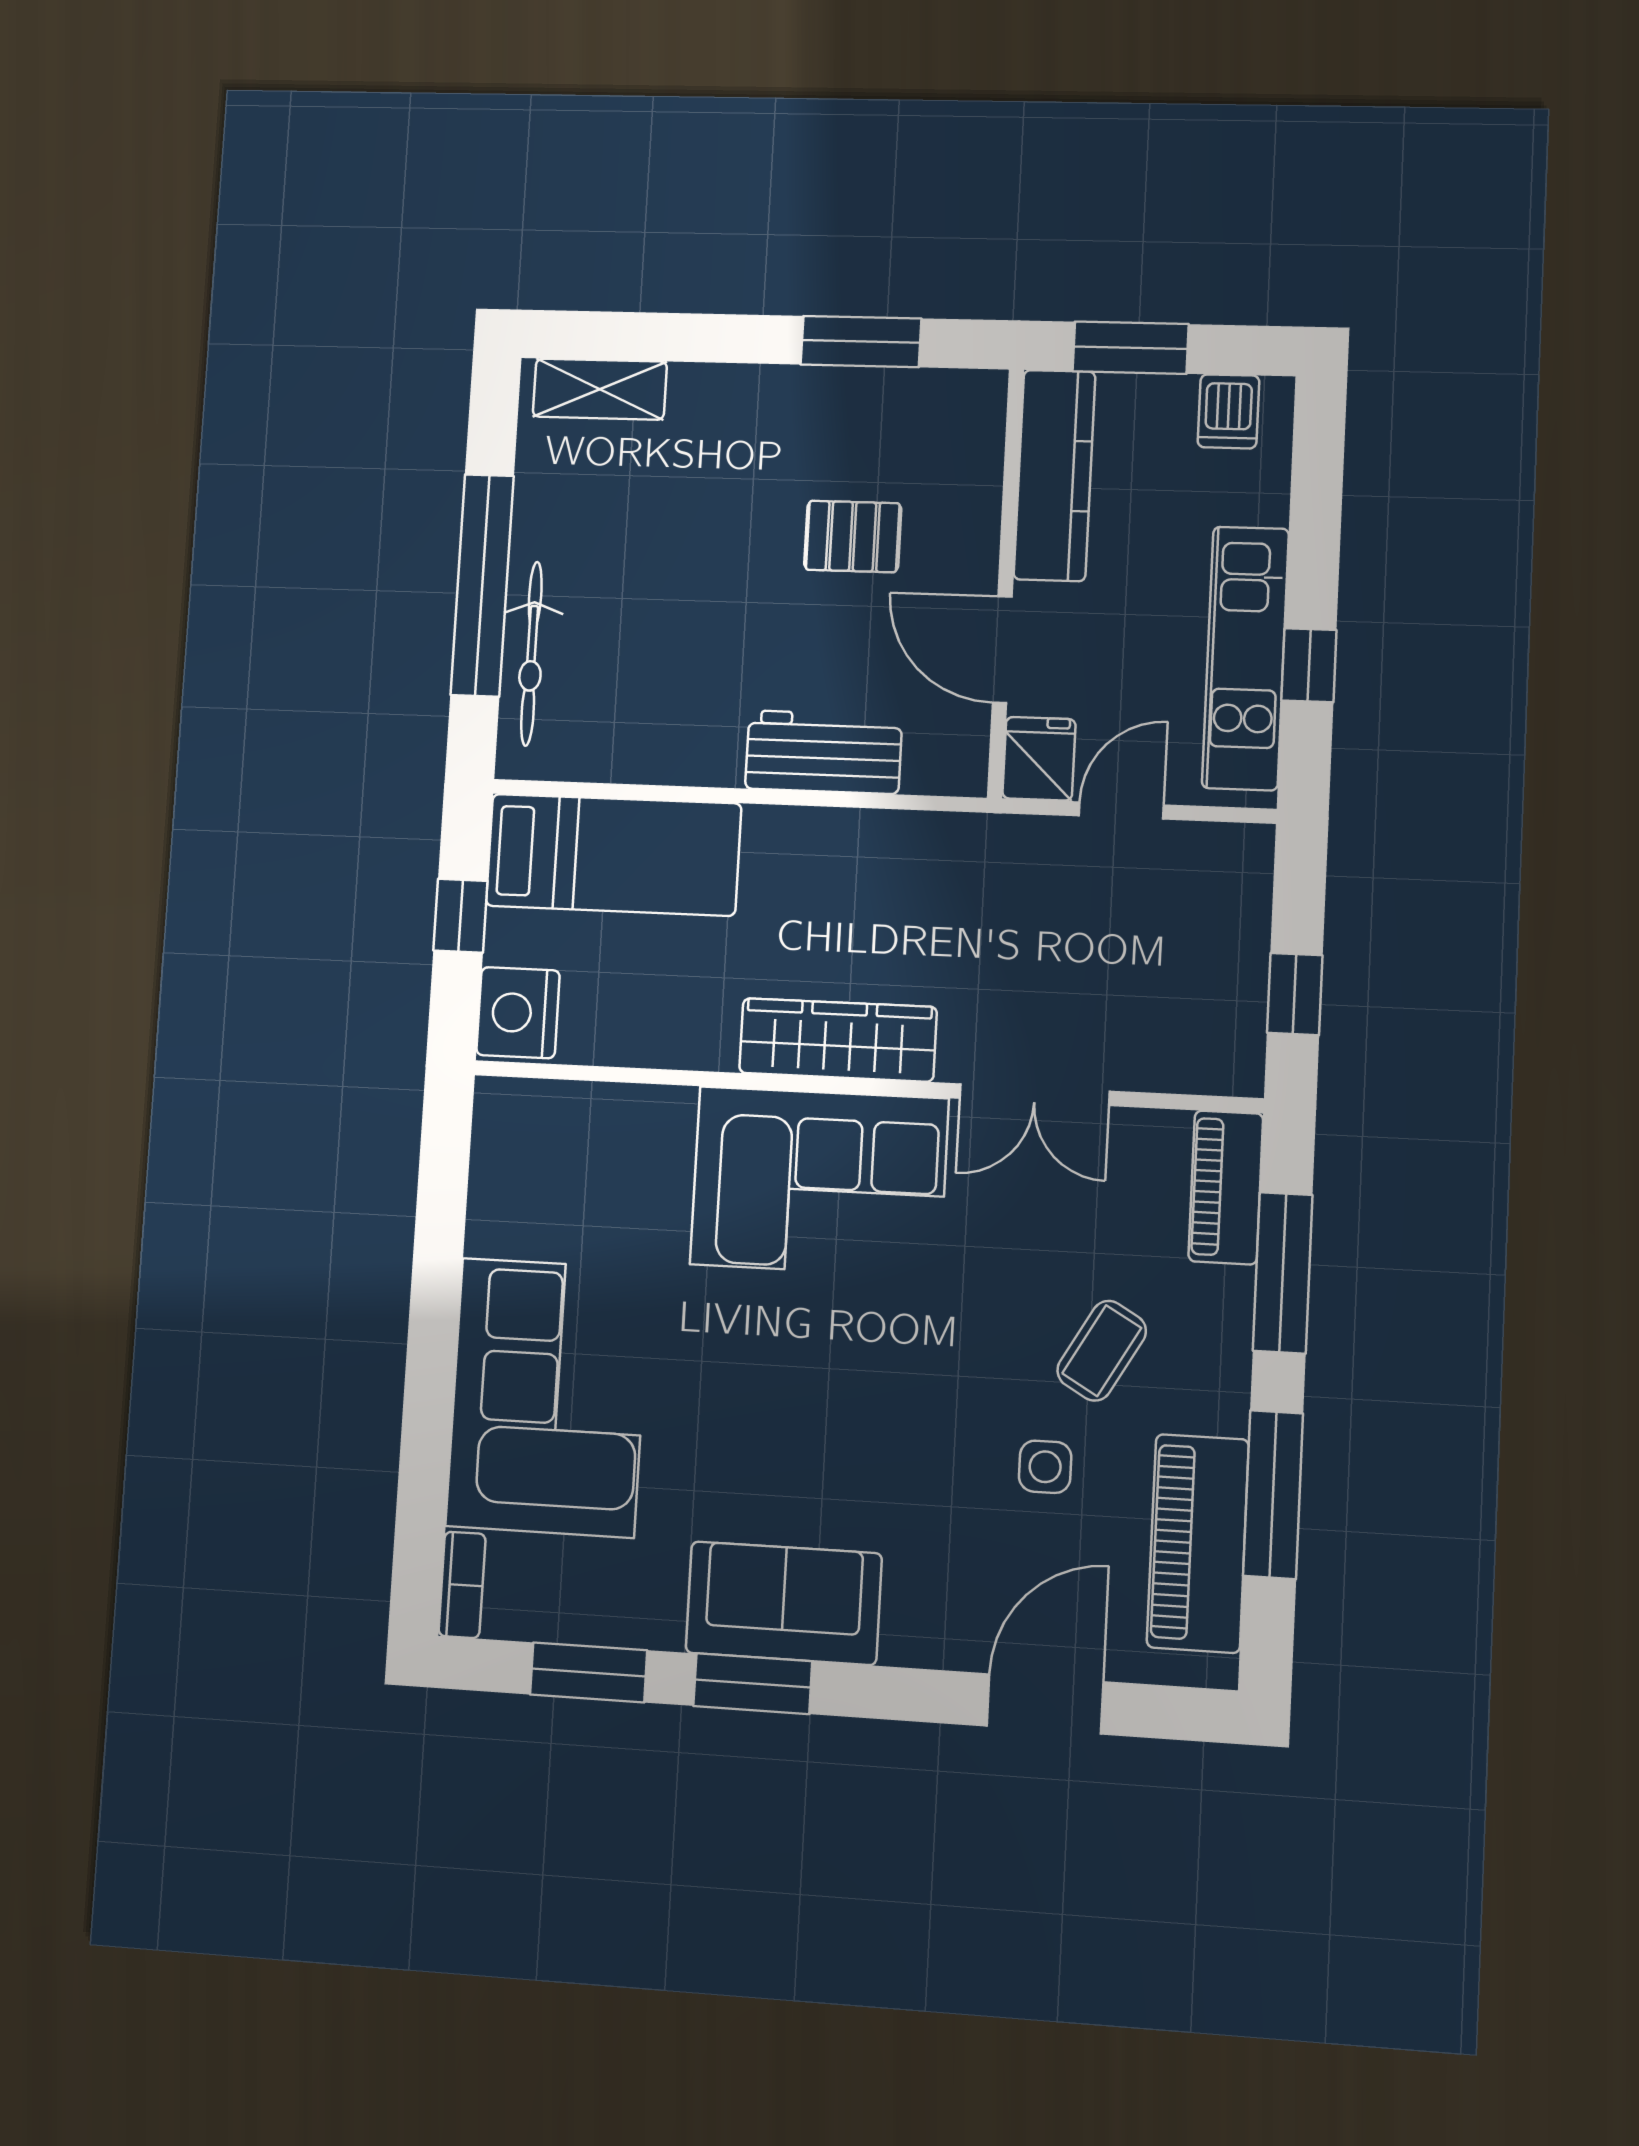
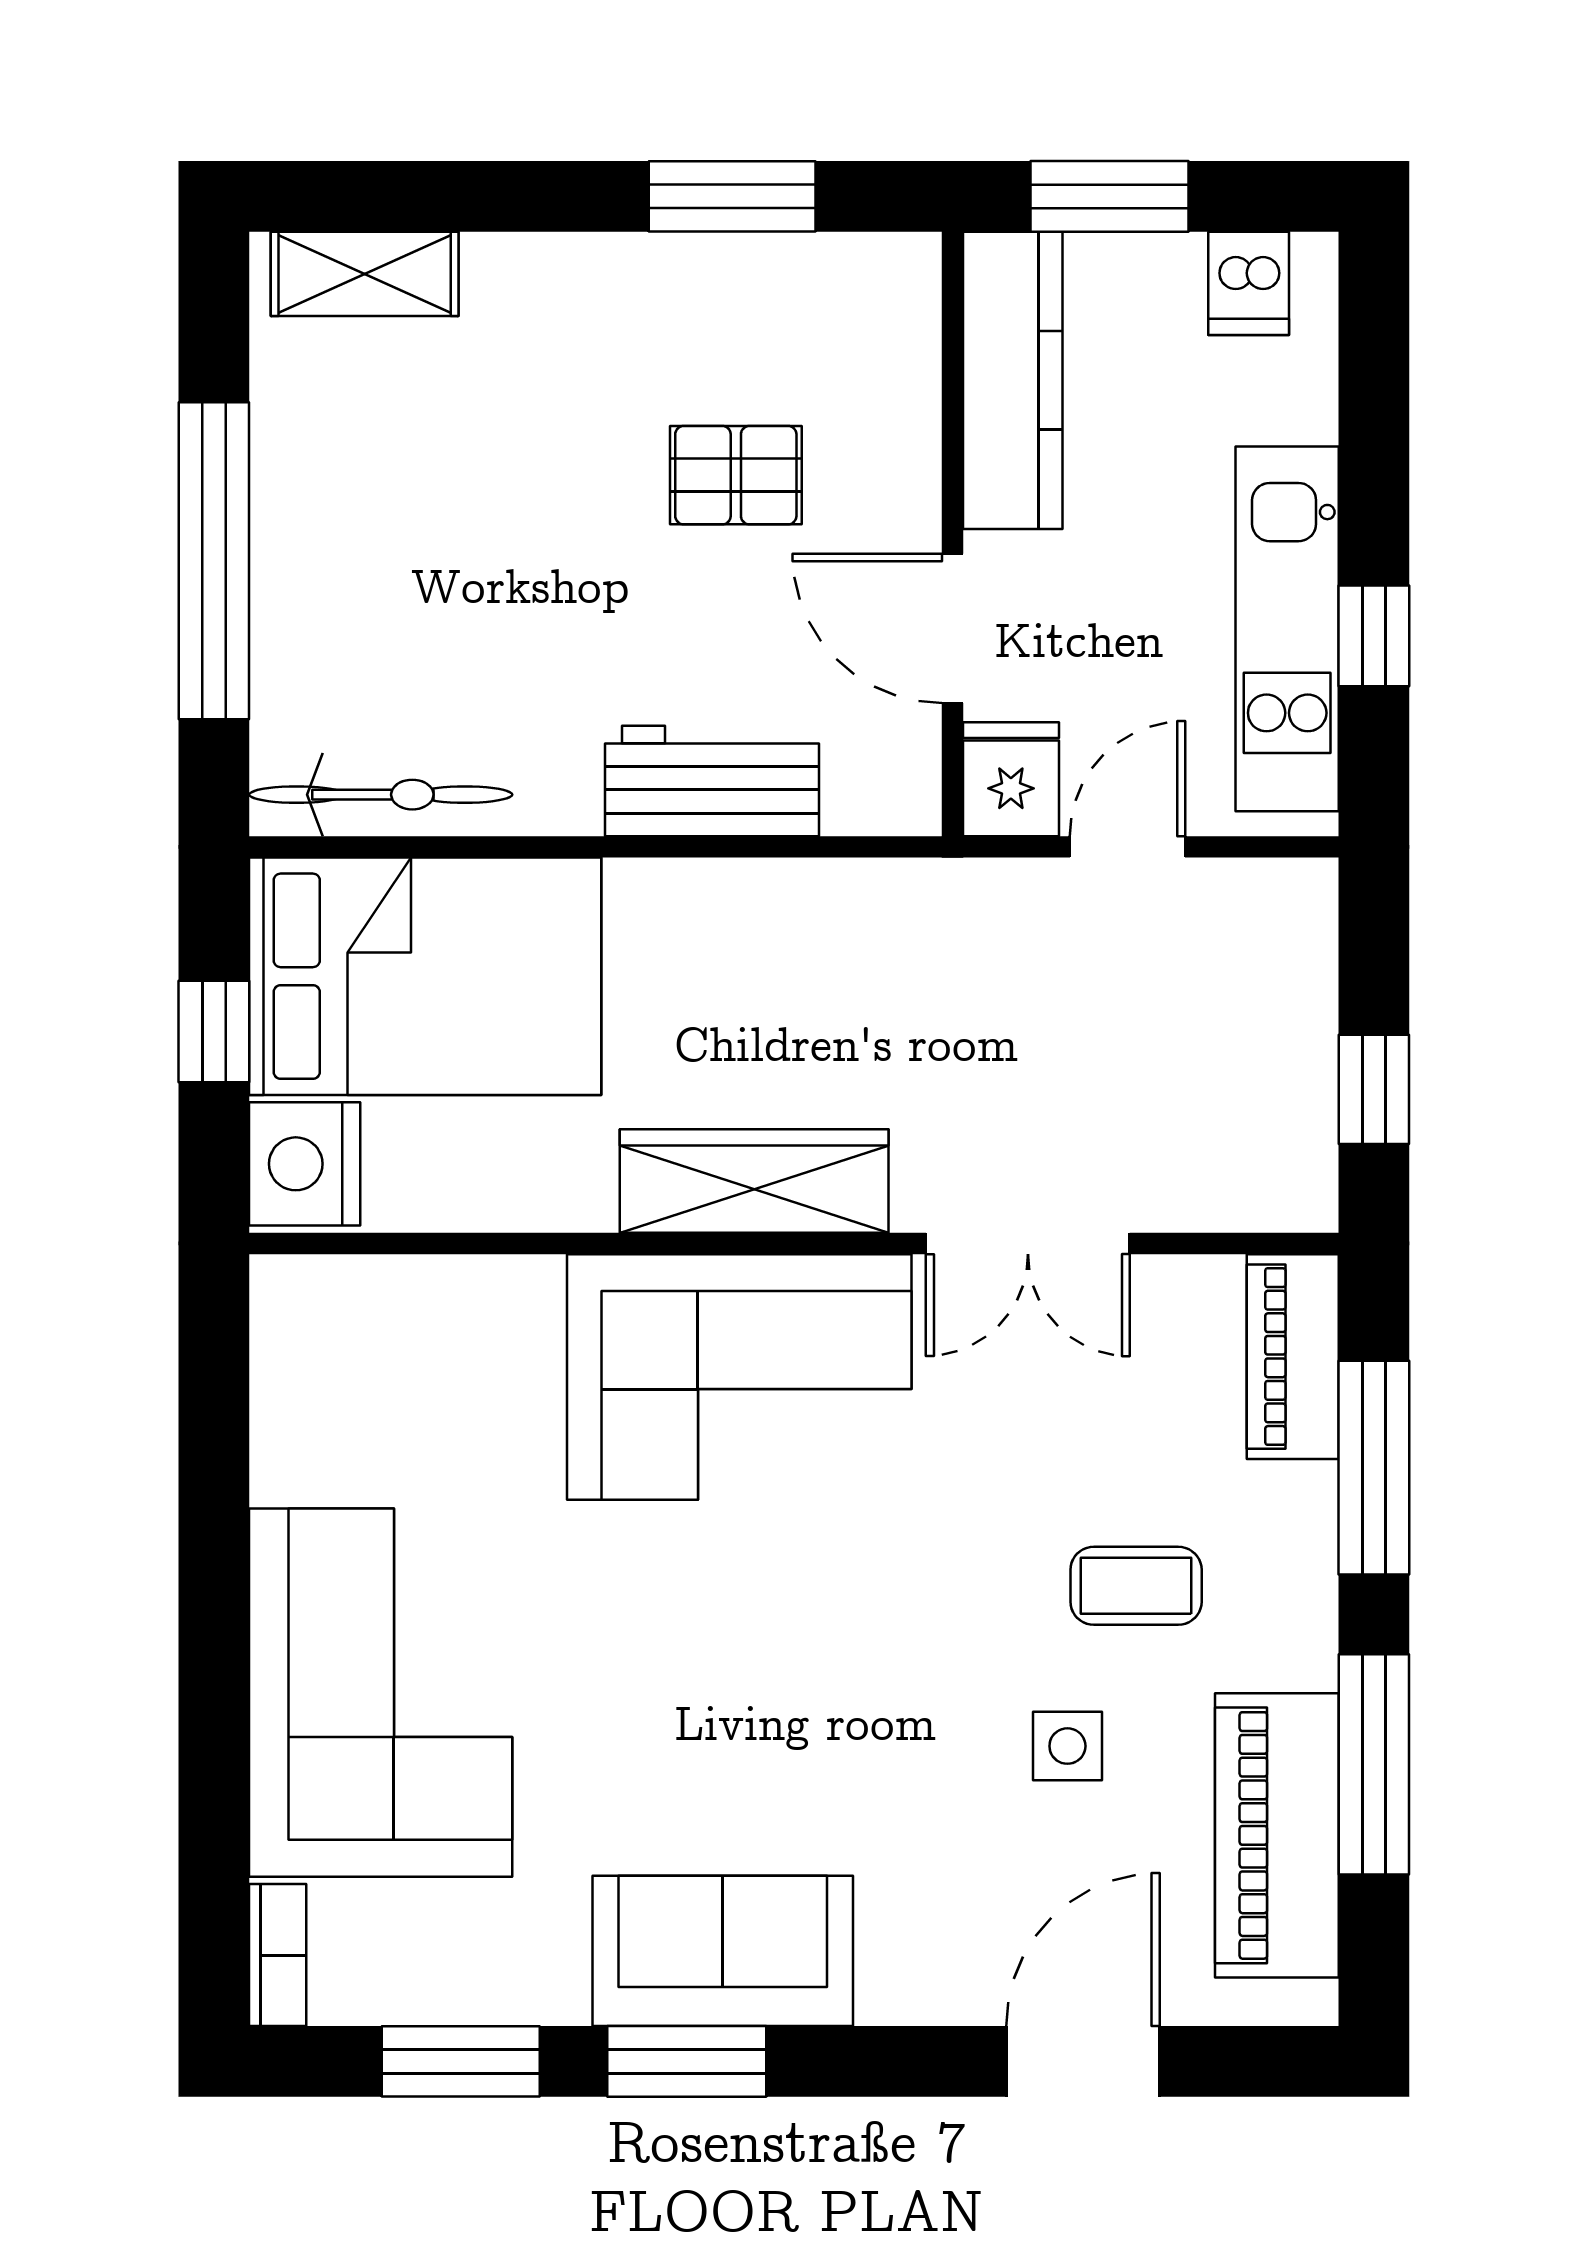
bicycle: (531, 654) -> (381, 795), moved, turned -90
bed: (613, 855) -> (425, 976), width x1.50
coffee table: (1102, 1351) -> (1136, 1586), turned 60

